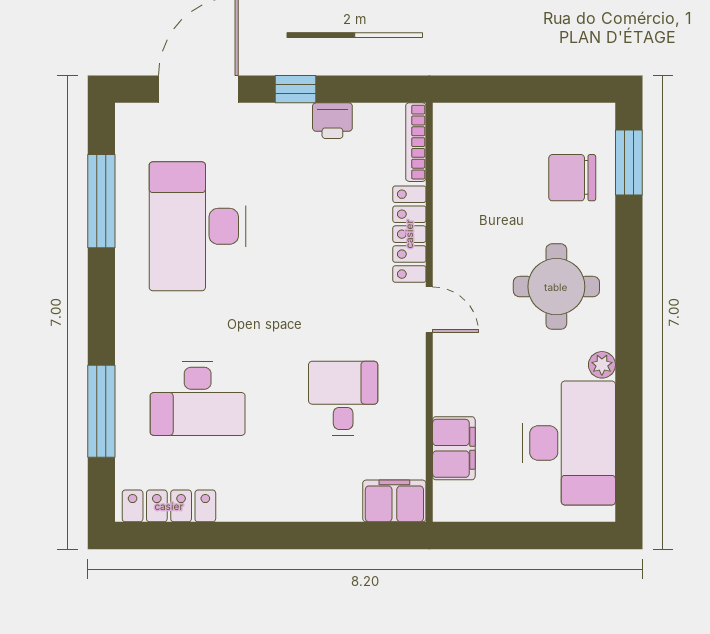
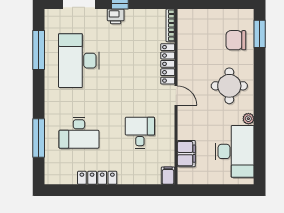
printer: (332, 121) -> (116, 16), moved
filing cabinet: (394, 501) -> (168, 176), width x0.50
locker: (169, 506) -> (97, 178), moved

